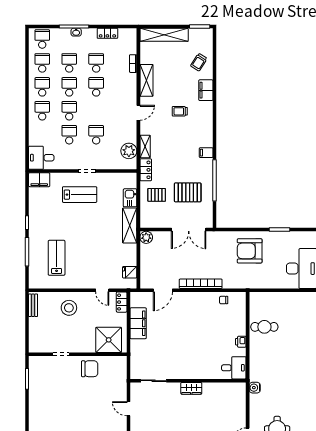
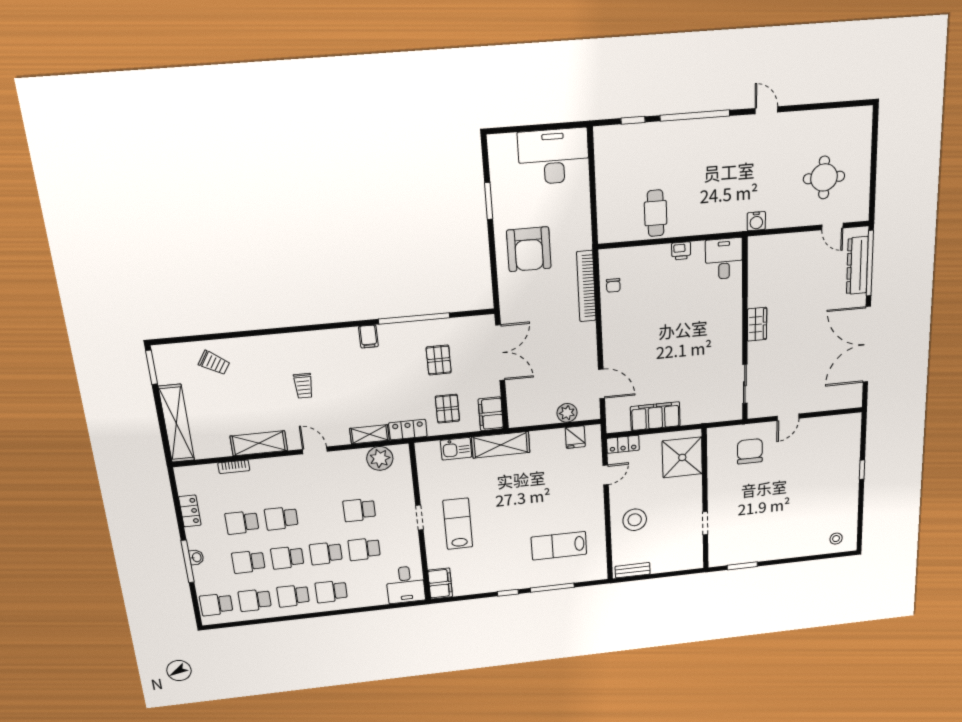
filing cabinet: (206, 90) -> (491, 414), moved, turned 90
pallet: (188, 192) -> (439, 360), width x0.67, depth x0.71
plant: (146, 237) -> (567, 413), moved
bookcase: (201, 284) -> (586, 286), moved
chair: (90, 369) -> (750, 451), moved

